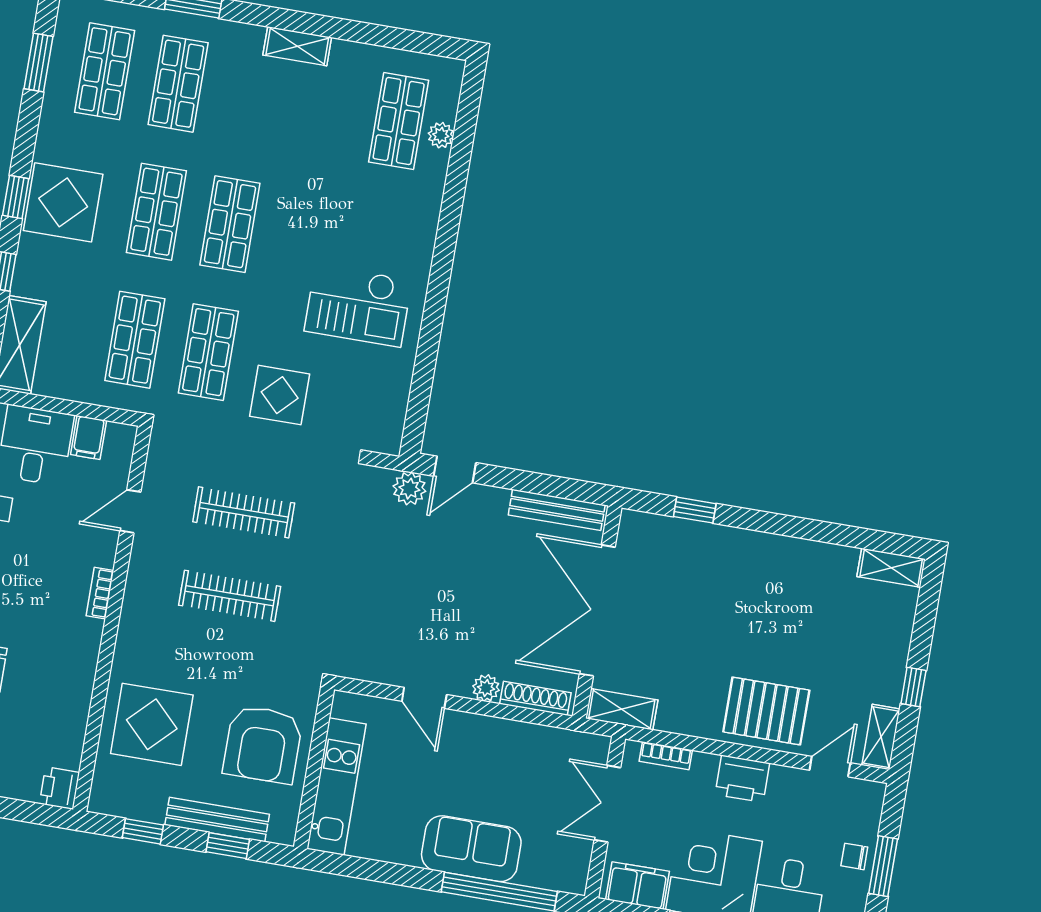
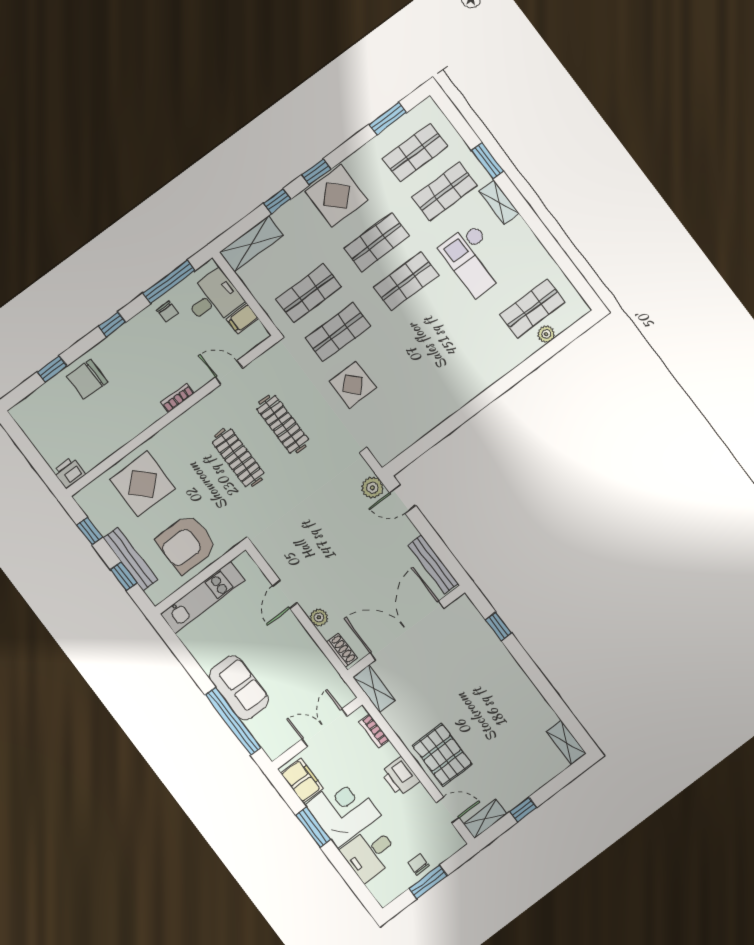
shelving: (297, 46) -> (499, 202), moved
checkout: (358, 305) -> (474, 260), moved
shoe rack: (535, 698) -> (342, 650), width x0.70

